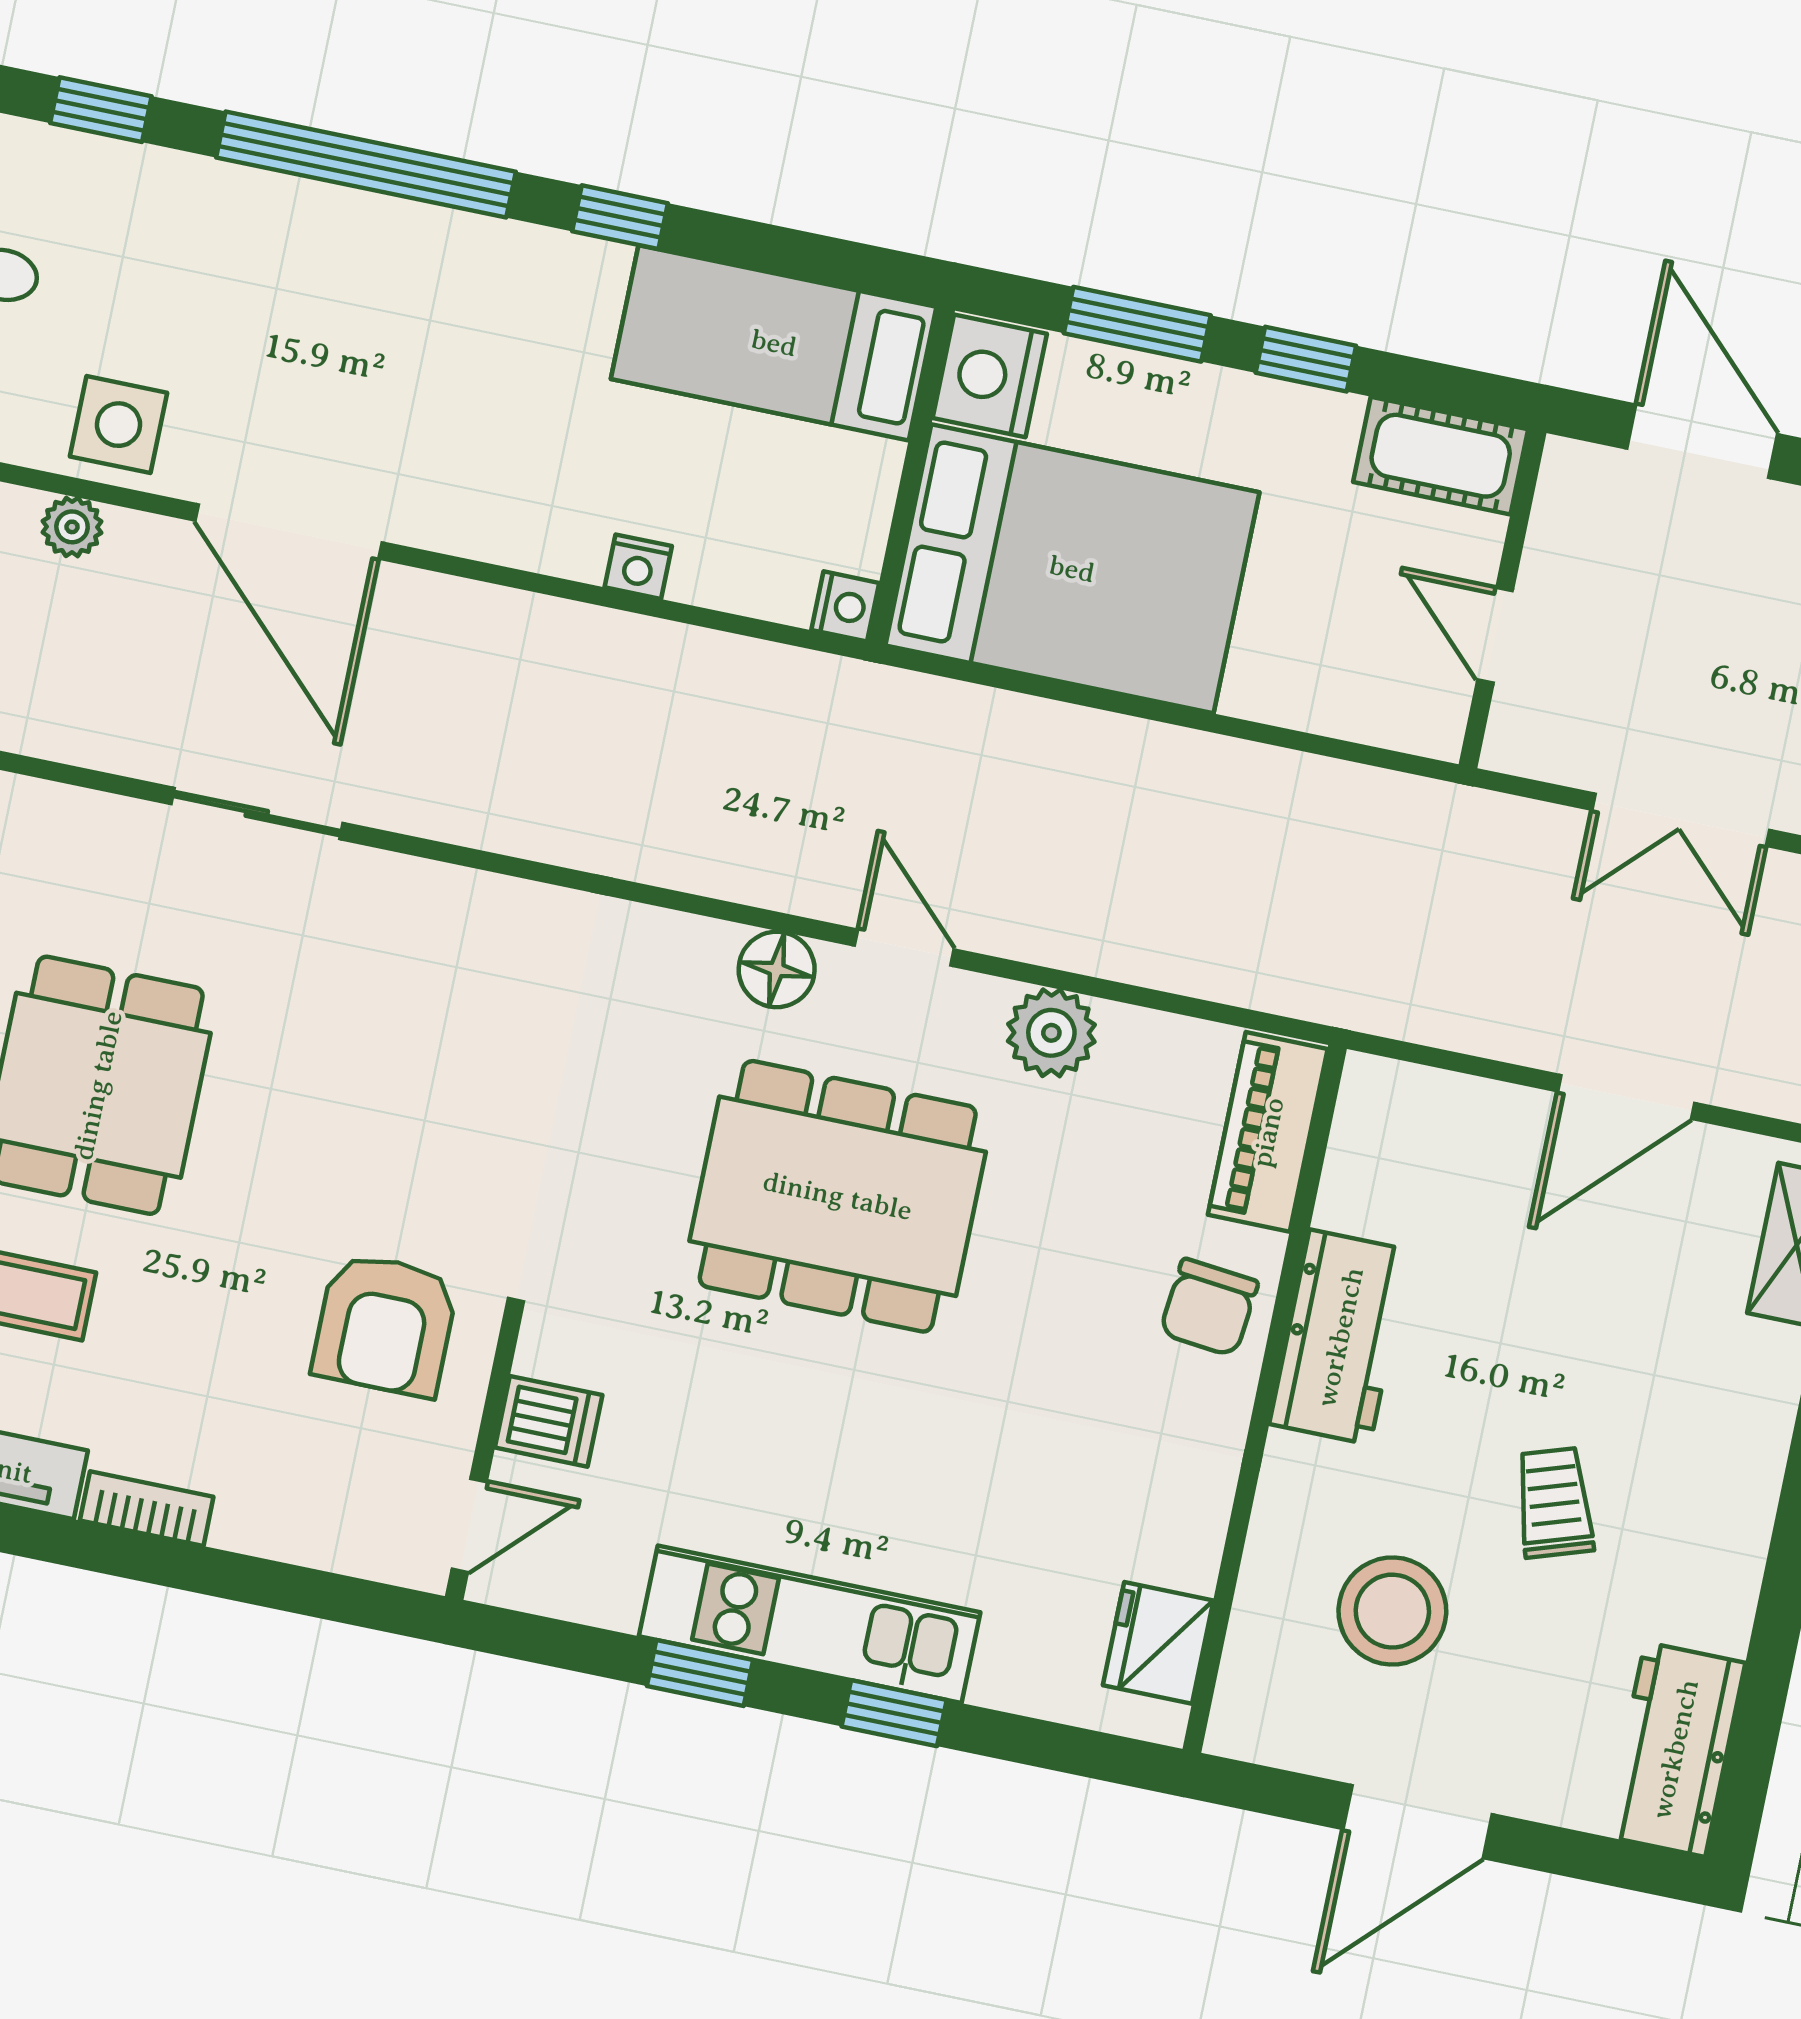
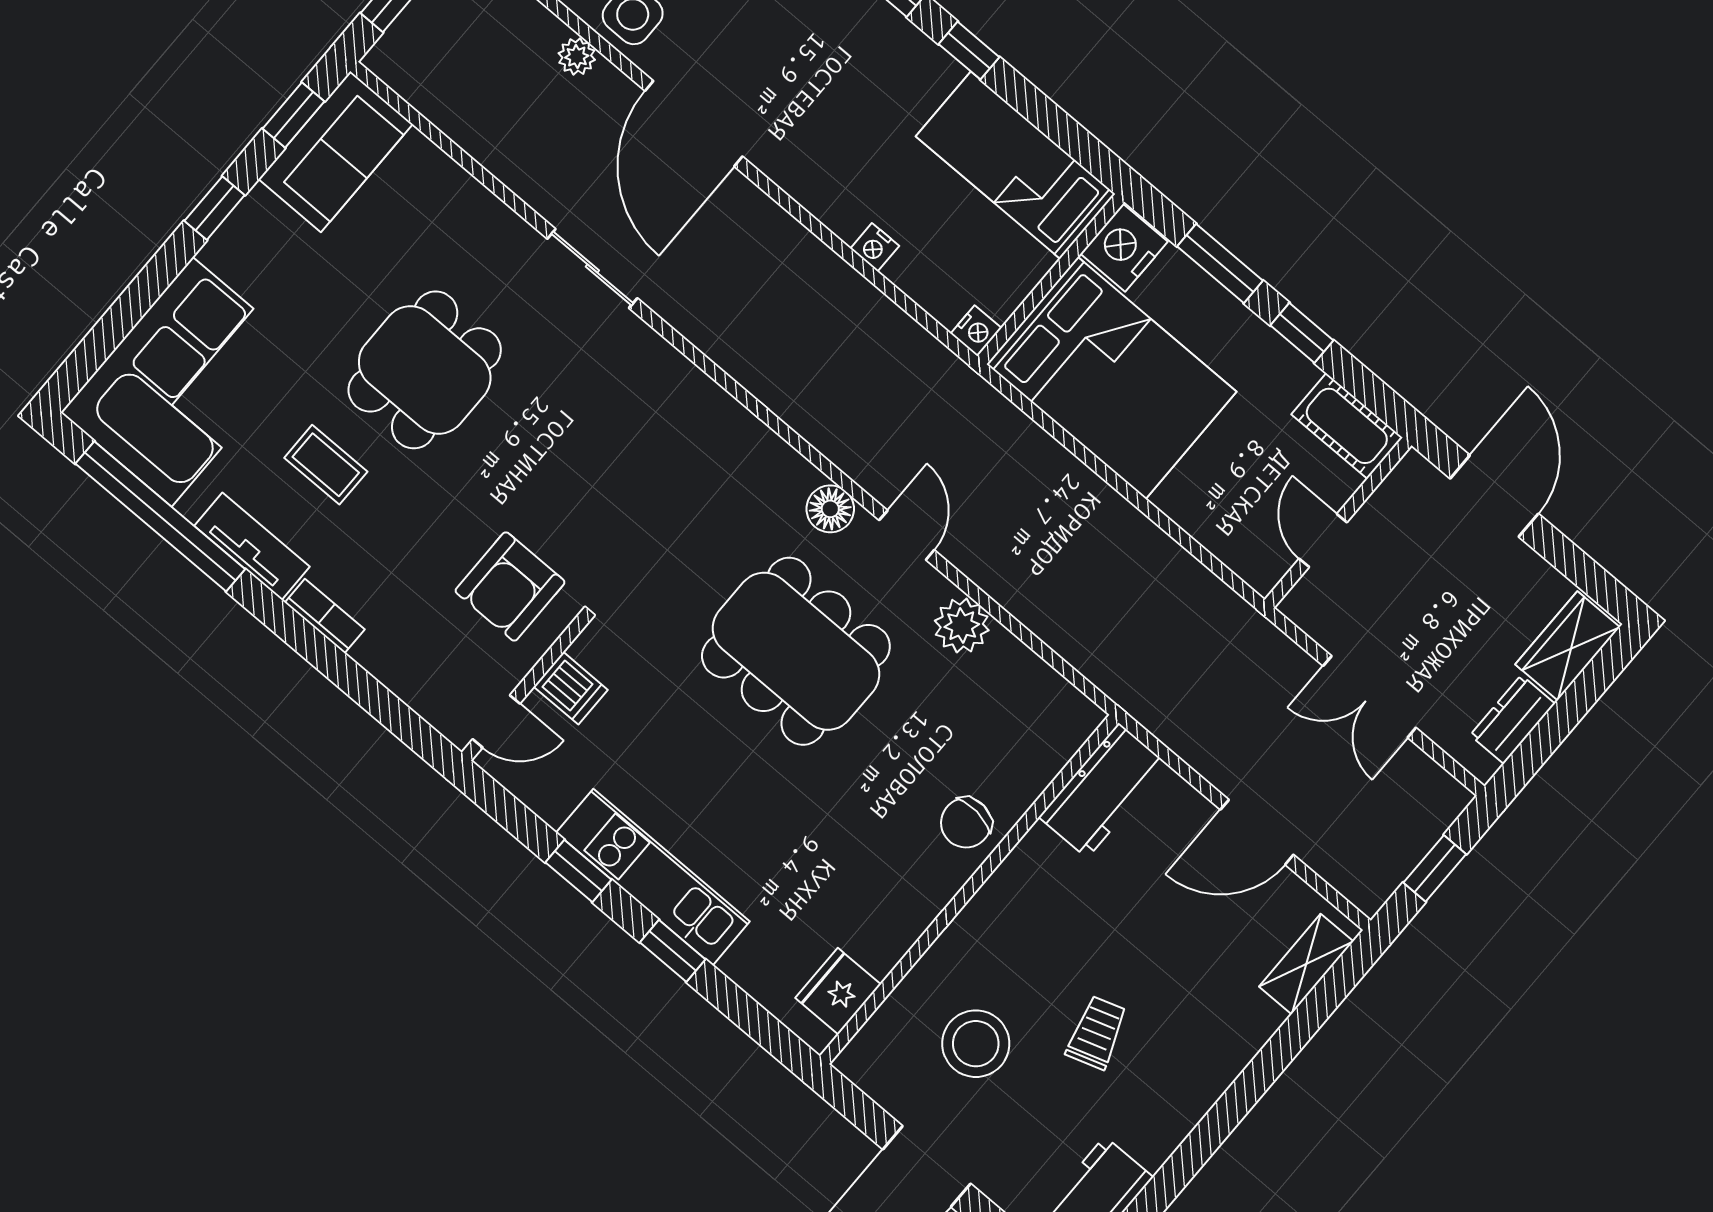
piano: (1268, 1132) -> (1051, 744), removed
workbench: (1340, 1337) -> (1103, 791), moved

